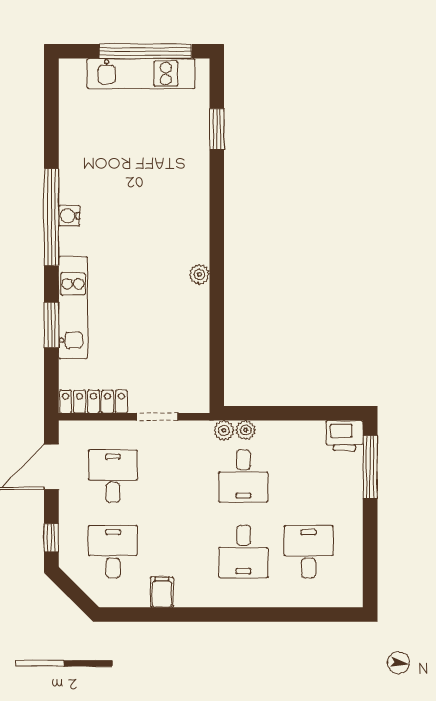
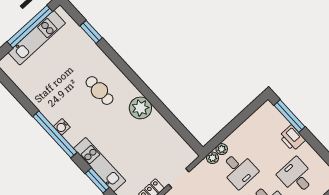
cafe table: (159, 214) -> (99, 91), added
plant: (199, 274) -> (140, 108), width x1.87, depth x1.87
printer: (345, 436) -> (292, 138), moved, turned 90

